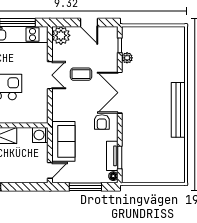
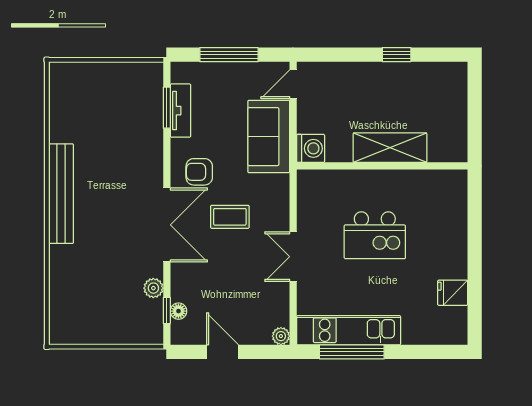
plant: (61, 35) -> (281, 336), width x0.53, depth x0.53
coffee table: (81, 74) -> (230, 217), moved
armchair: (102, 122) -> (199, 172), turned -90
floor lamp: (113, 176) -> (178, 311), moved

